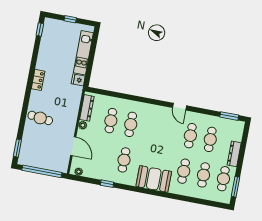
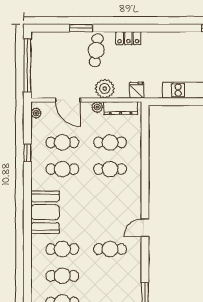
locker: (38, 80) -> (128, 38), moved
fridge: (78, 80) -> (137, 90), moved
plant: (70, 117) -> (105, 89), added
cafe table: (210, 139) -> (62, 142), moved
door: (73, 146) -> (68, 100), hinge flipped
window: (17, 148) -> (81, 28), moved

